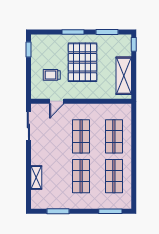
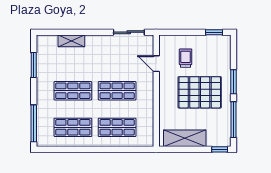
window: (107, 32) -> (233, 120), width x1.44
window: (110, 211) -> (34, 123), width x1.44

